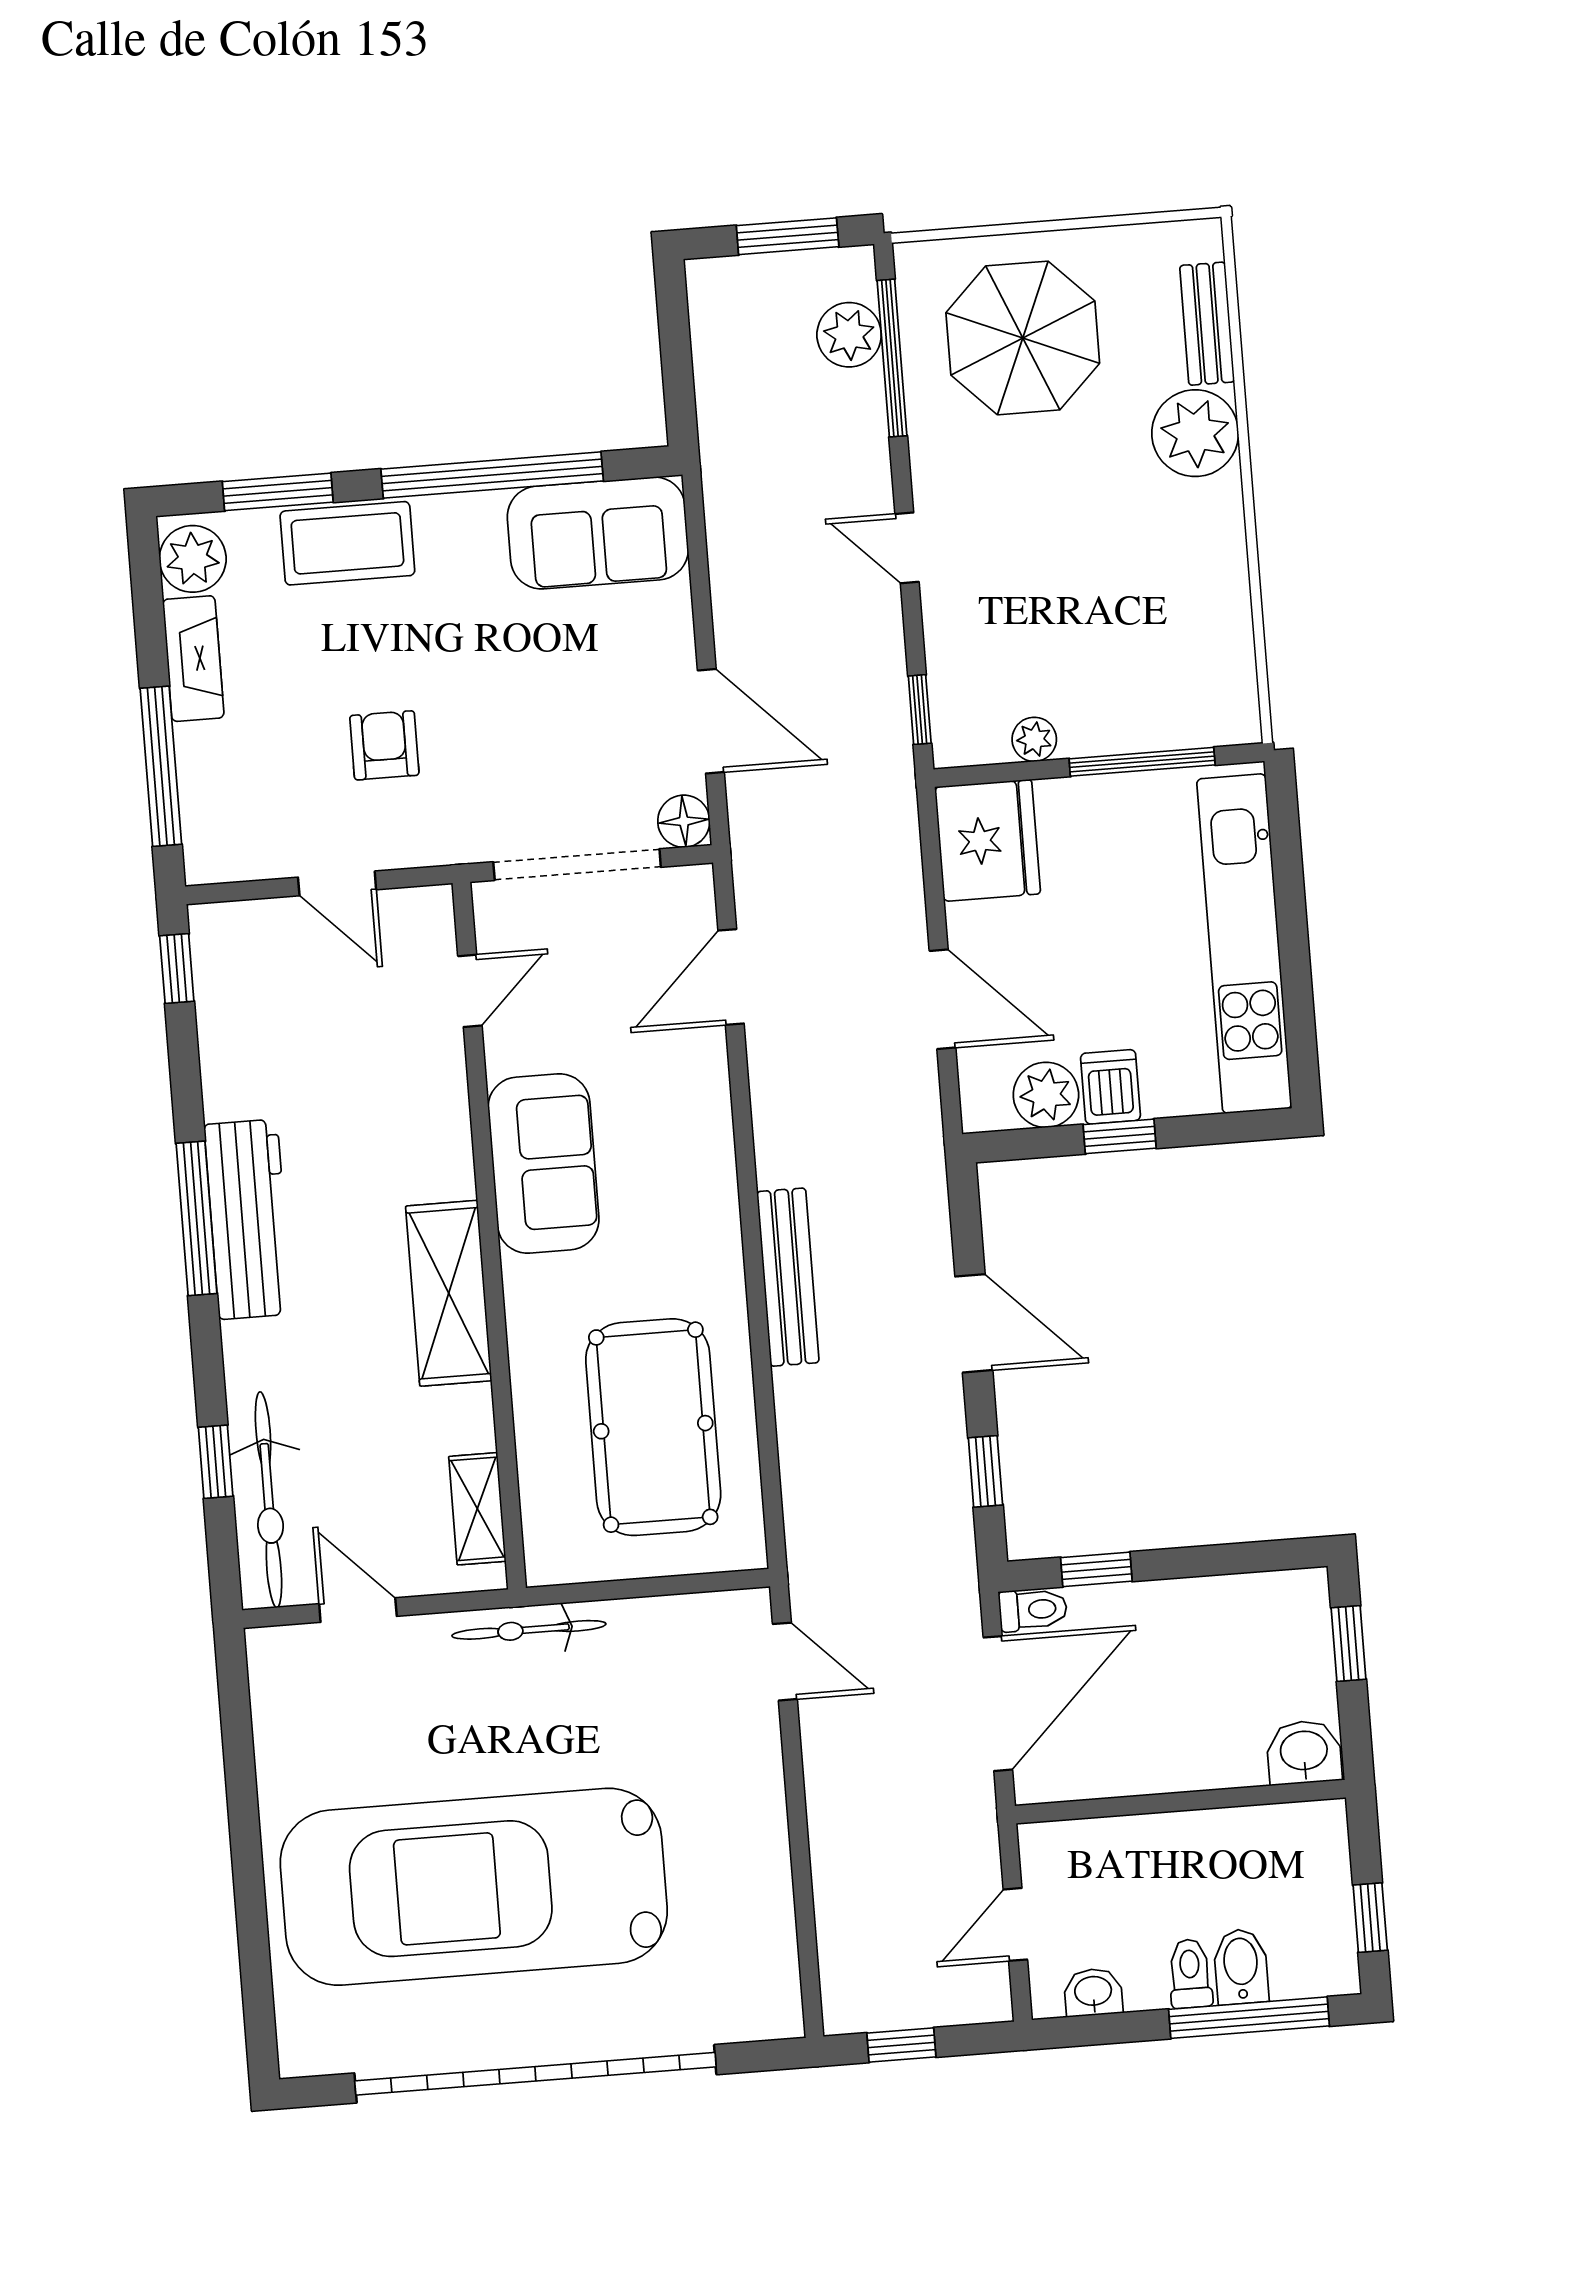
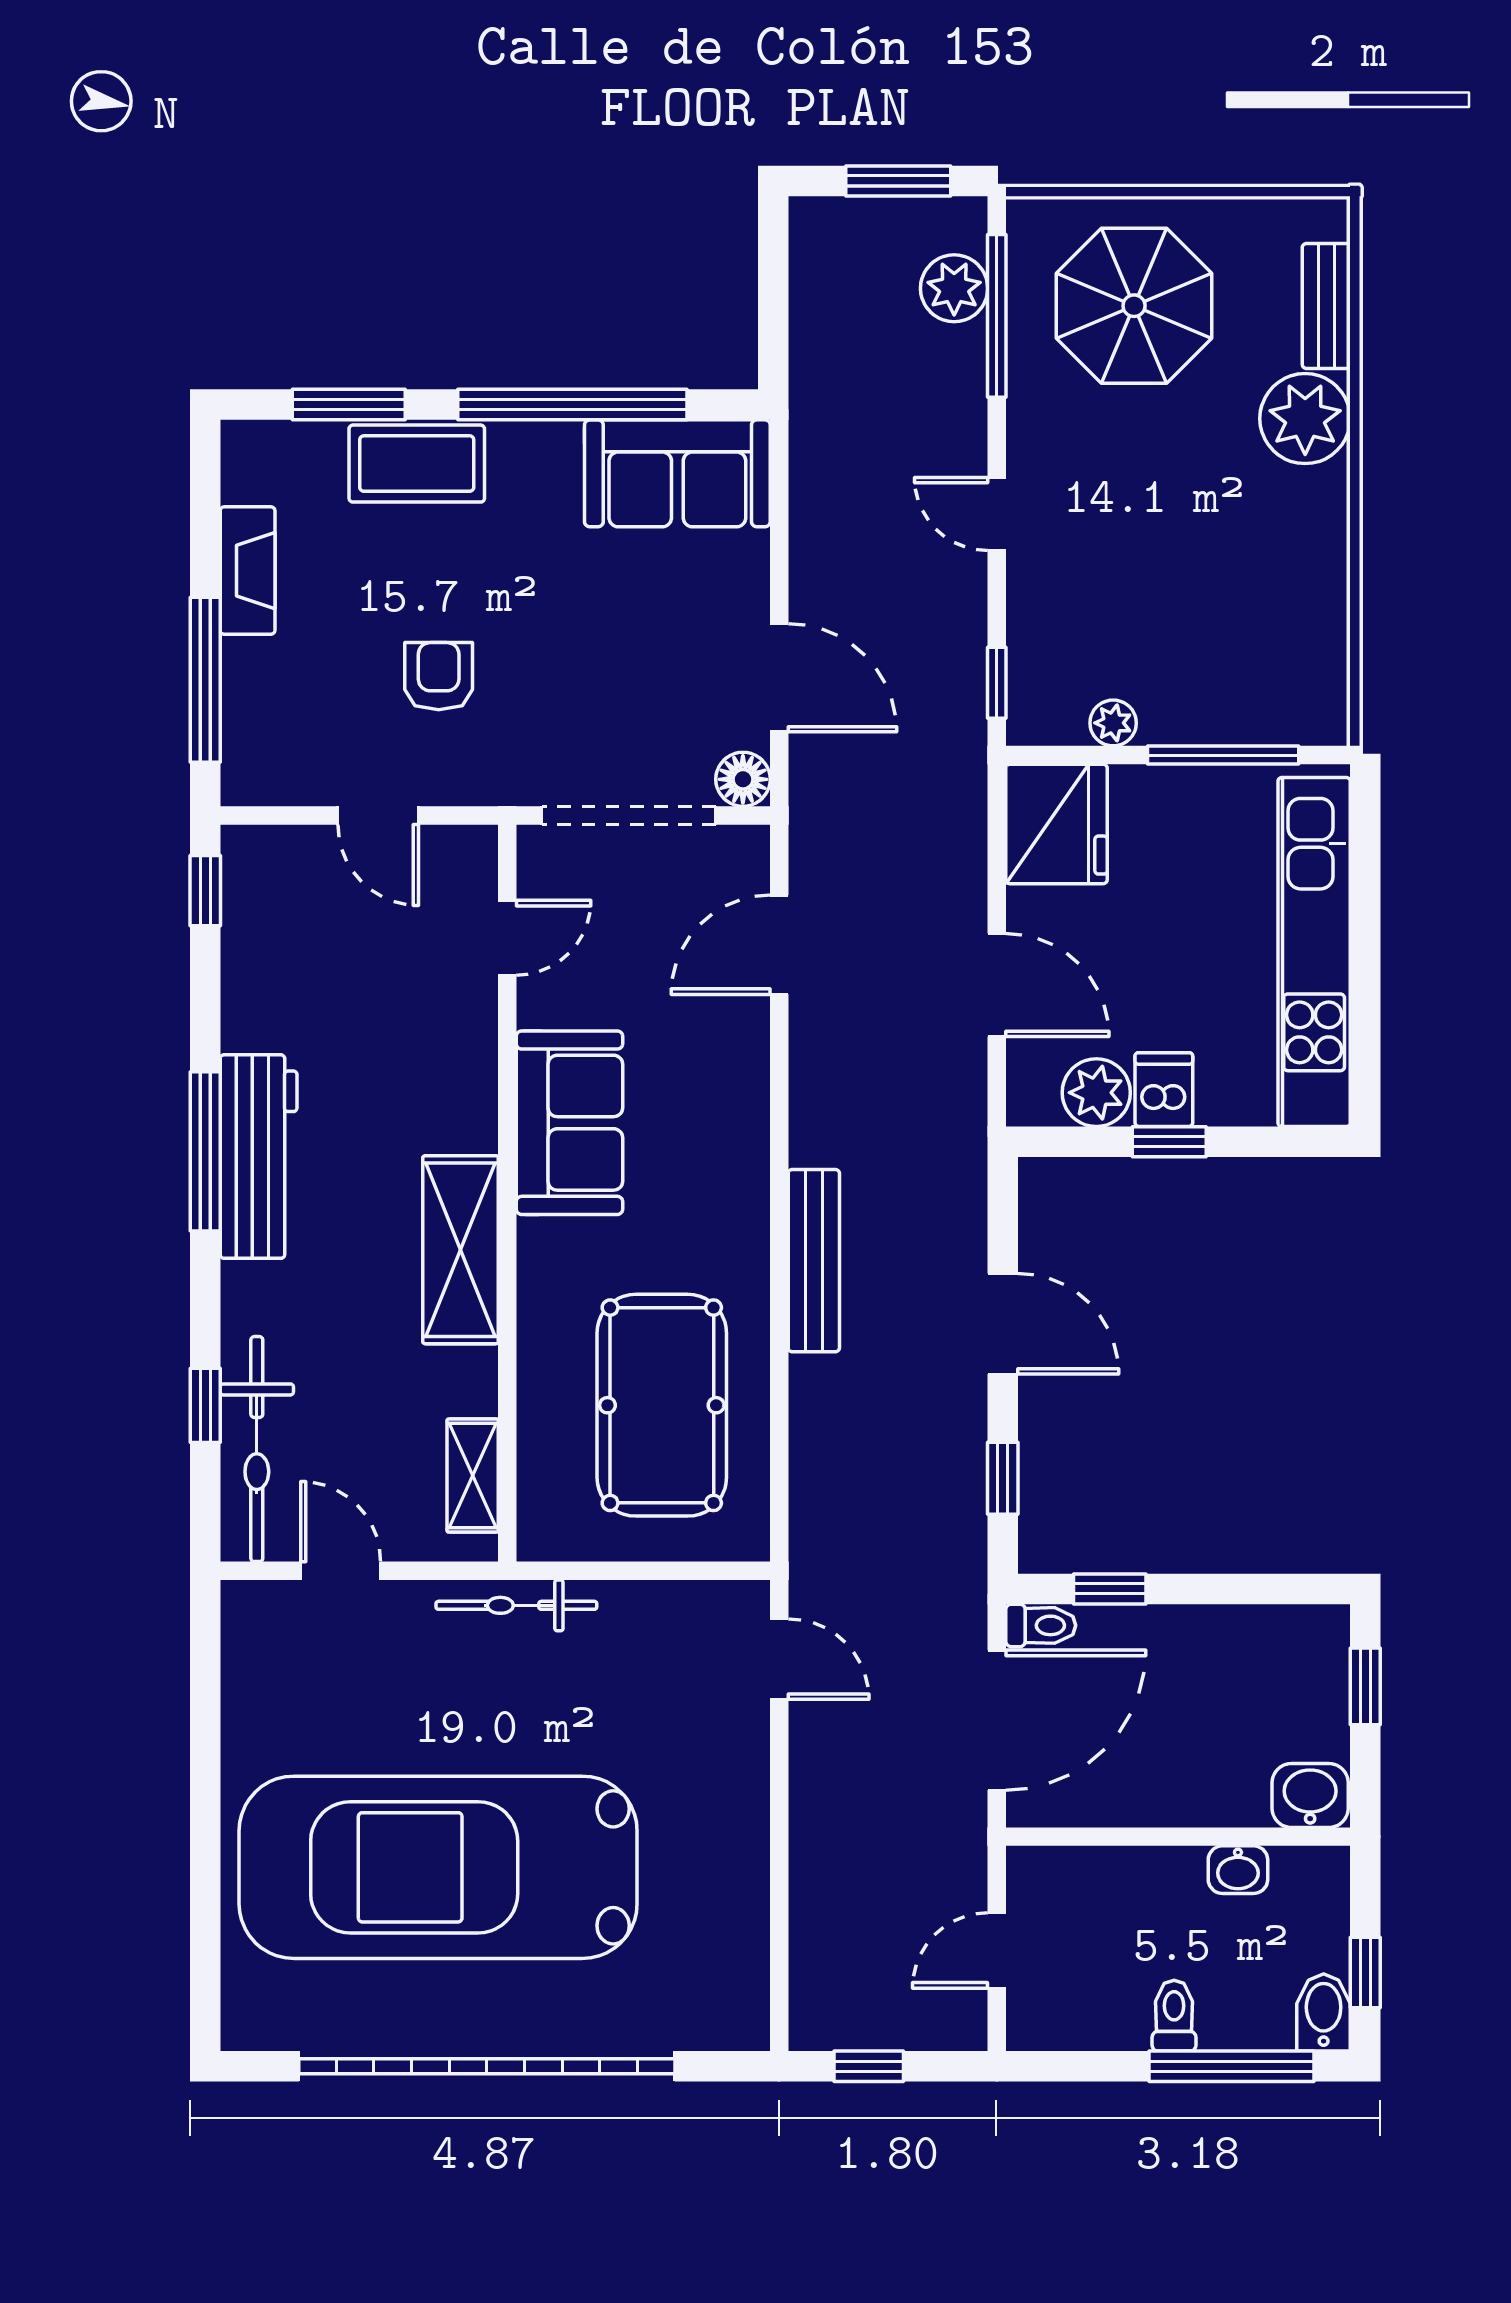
plant: (193, 559) -> (255, 467), removed
bidet: (1241, 1967) -> (1324, 2013), moved
washbasin: (1093, 1992) -> (1238, 1870), moved, turned 180

